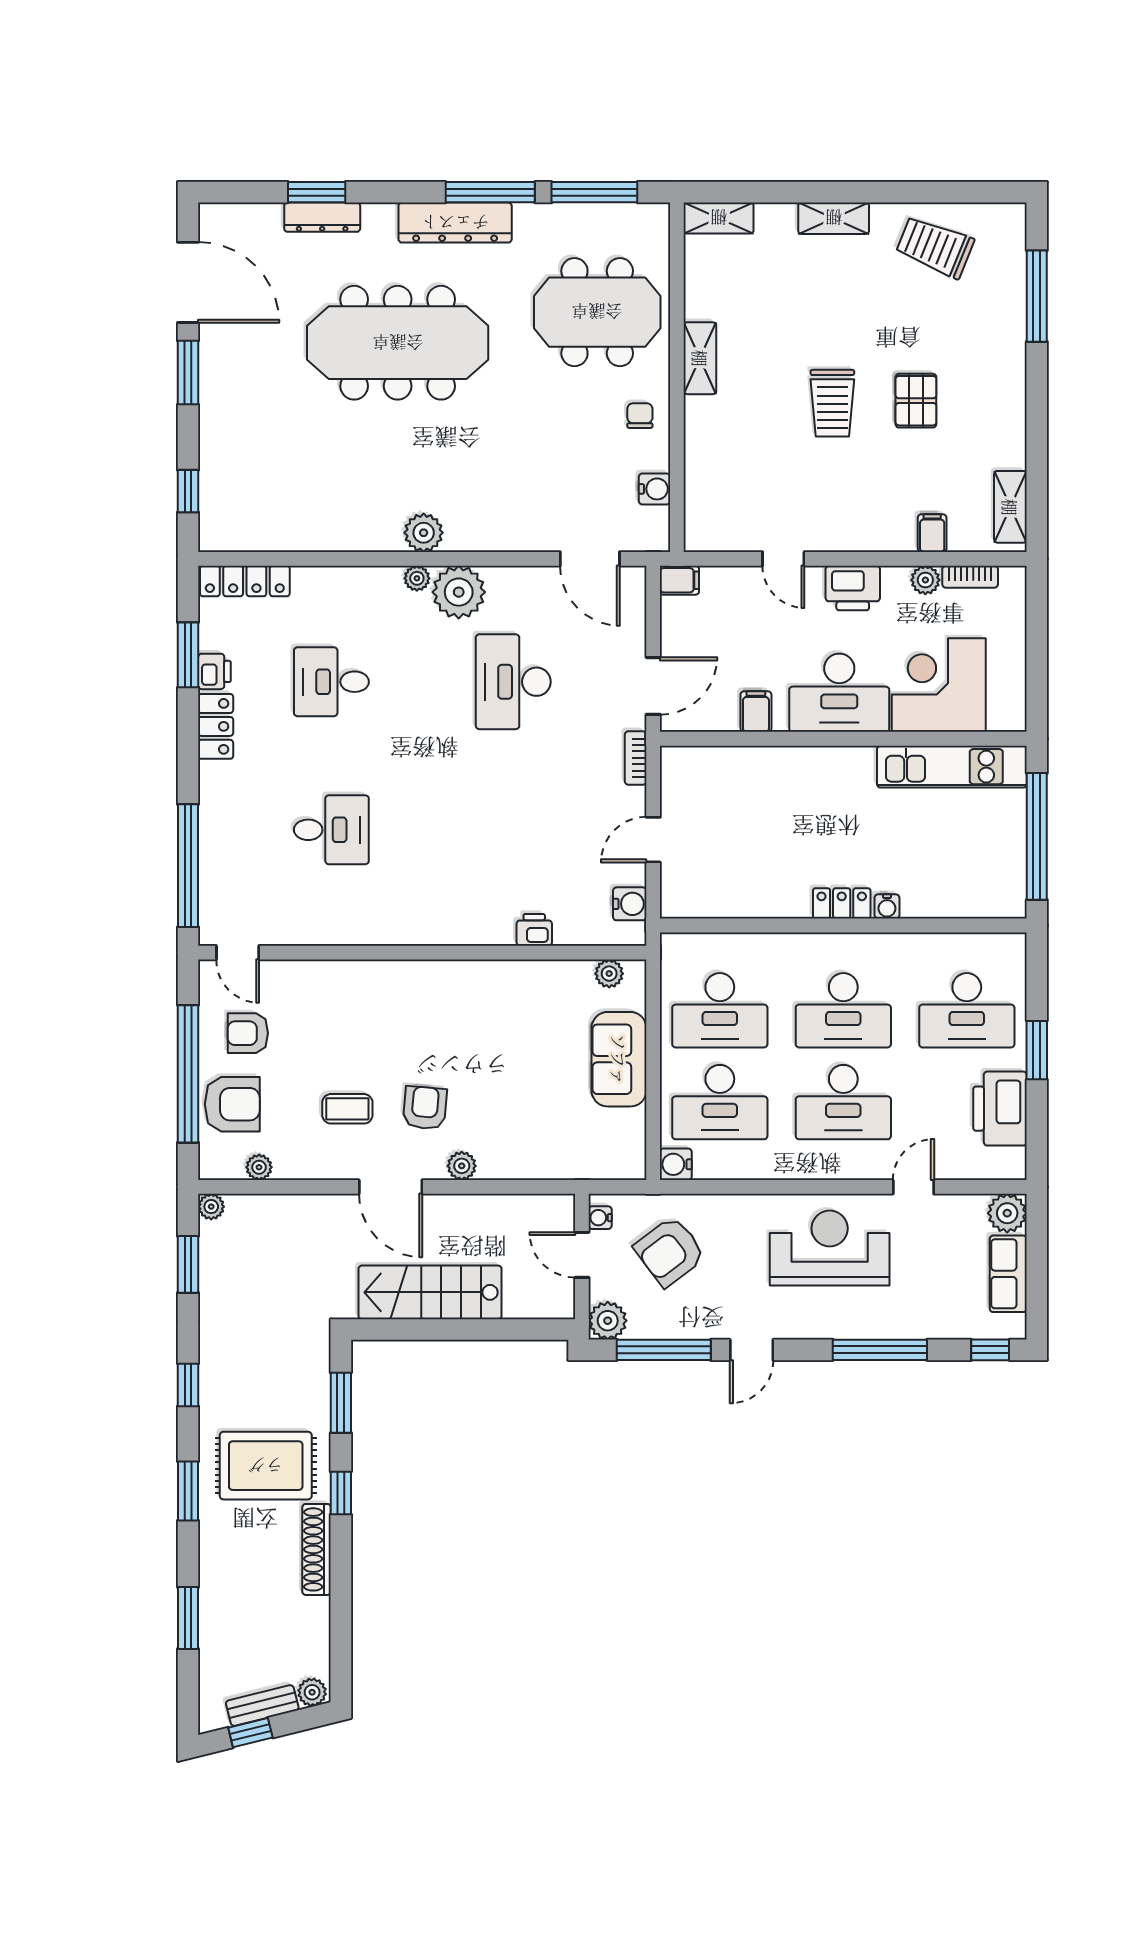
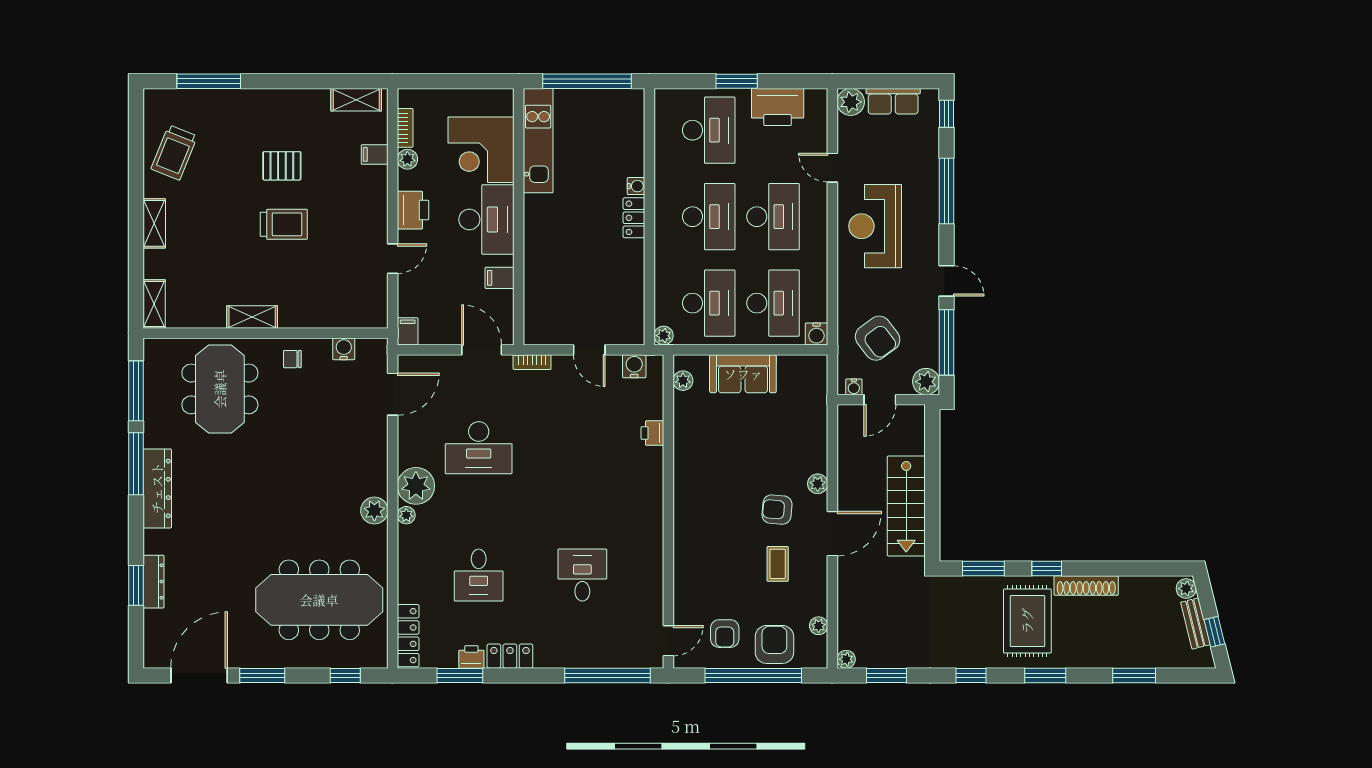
meeting table: (398, 343) -> (319, 600), moved, turned 90
plant: (674, 946) -> (664, 336), added

